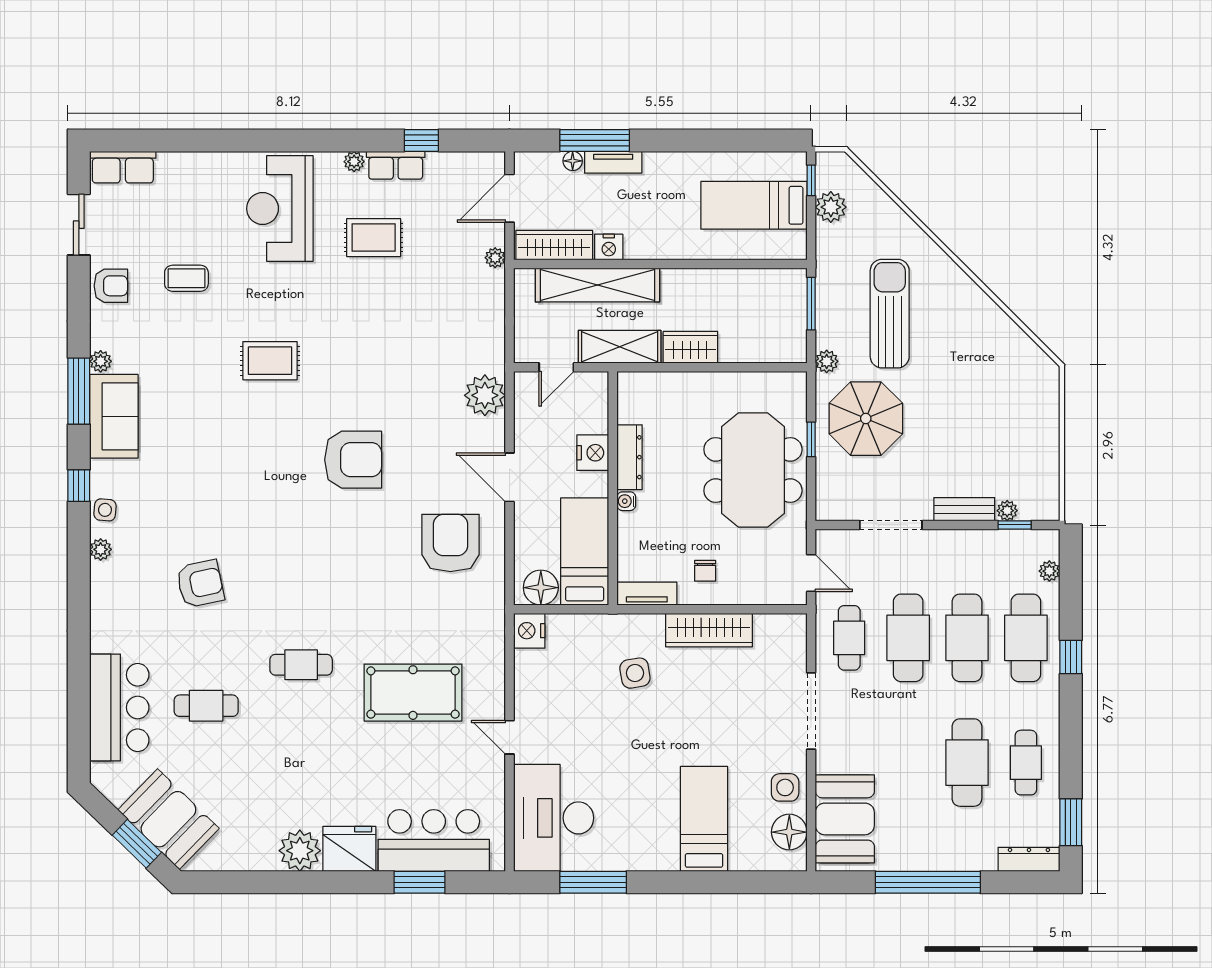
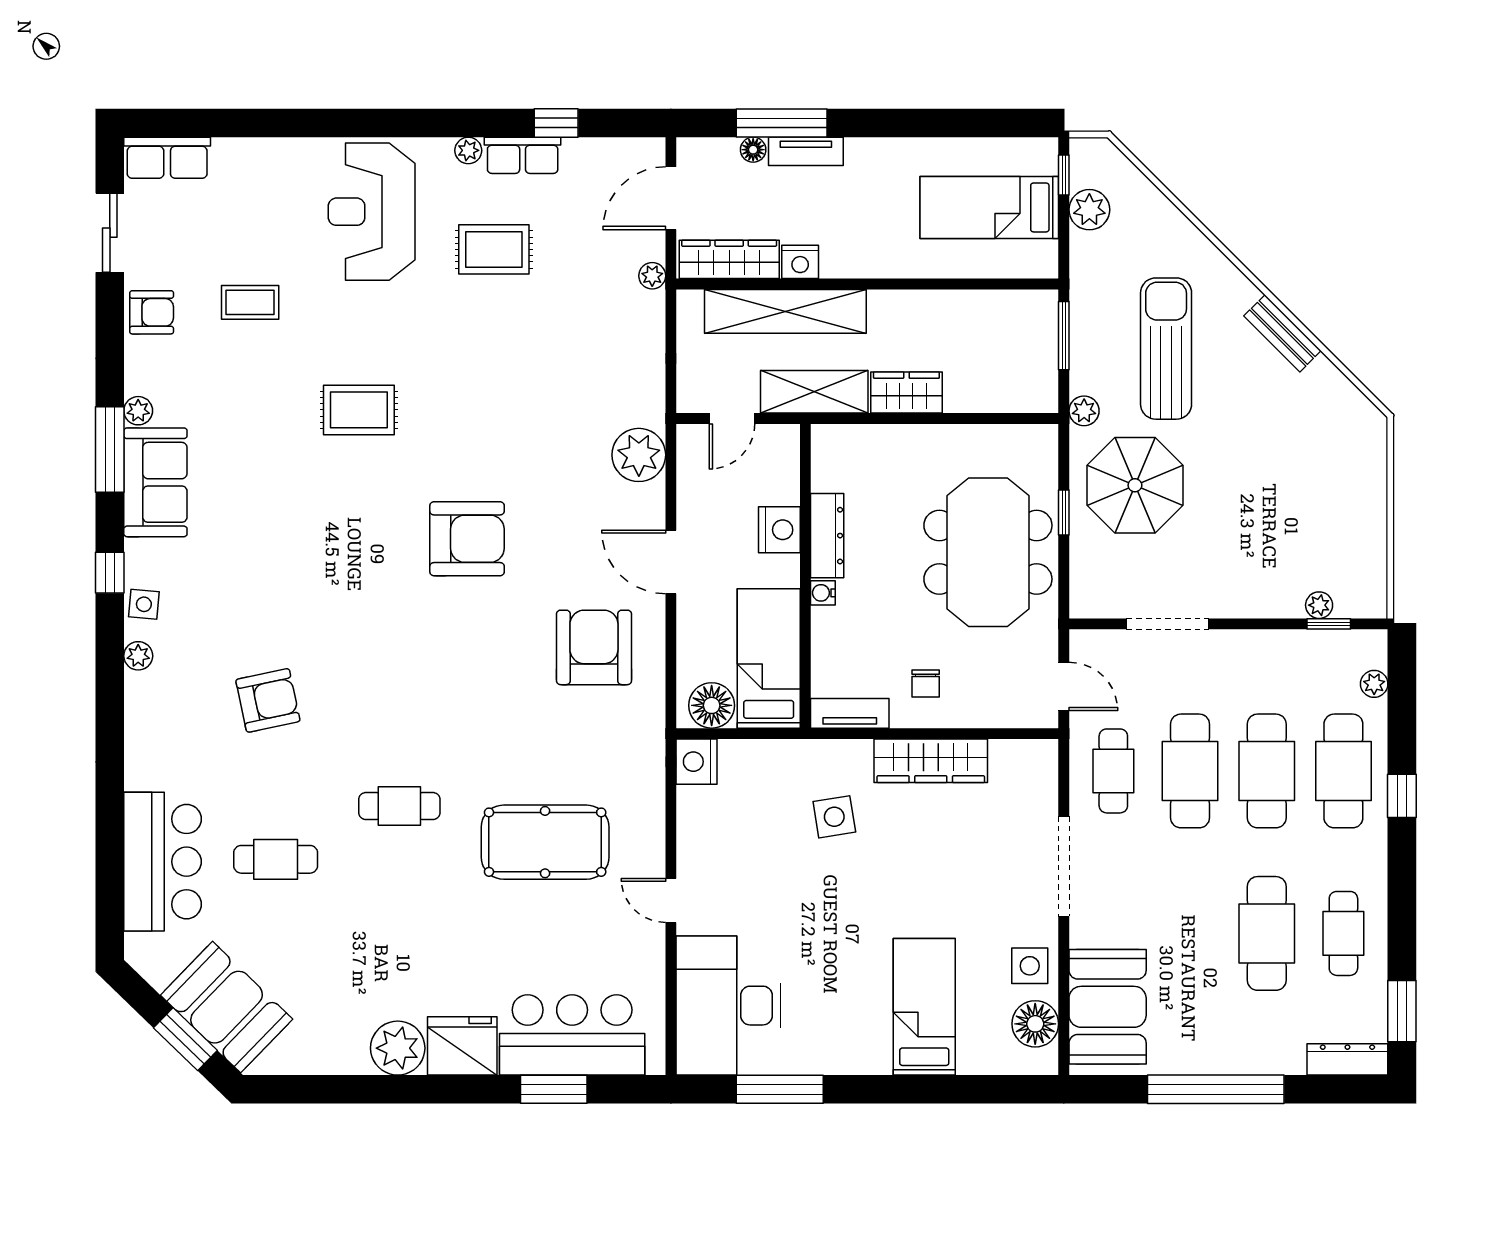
bench: (964, 509) -> (1282, 333), moved, turned 45

